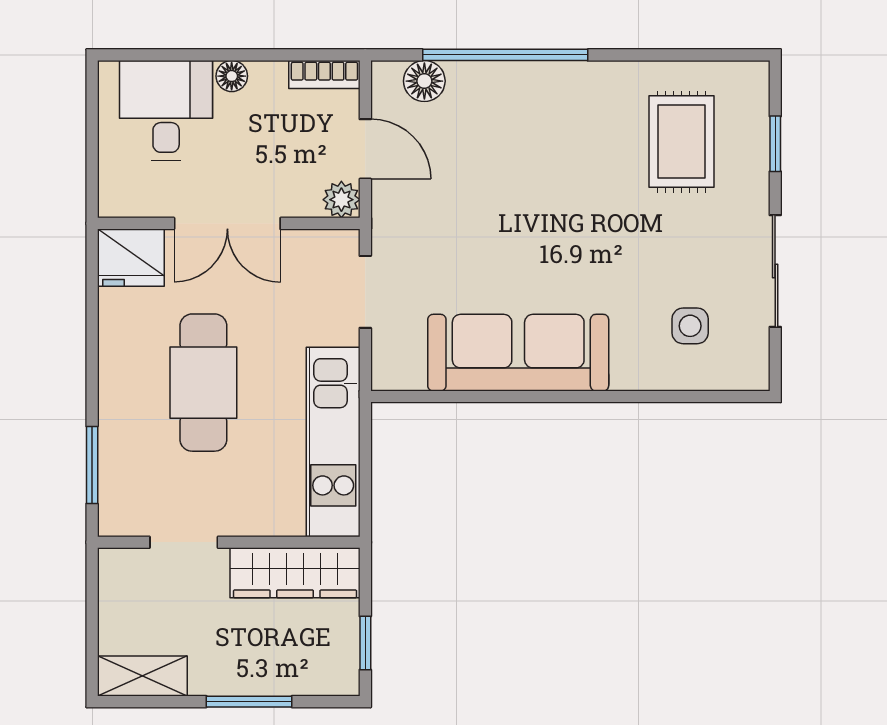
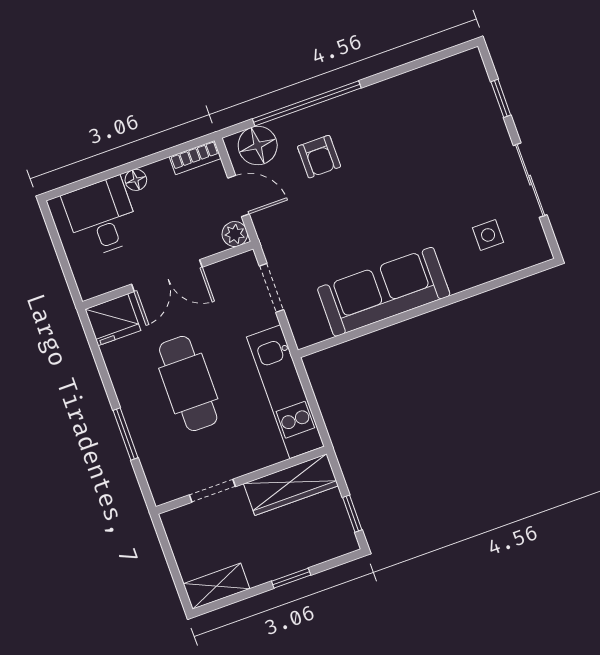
floor lamp: (424, 81) -> (258, 146), width x1.38, depth x1.38
armchair: (496, 134) -> (319, 157), added
rug: (681, 142) -> (440, 118), removed
window: (92, 465) -> (126, 434), moved
window: (249, 702) -> (291, 578), width x0.67

